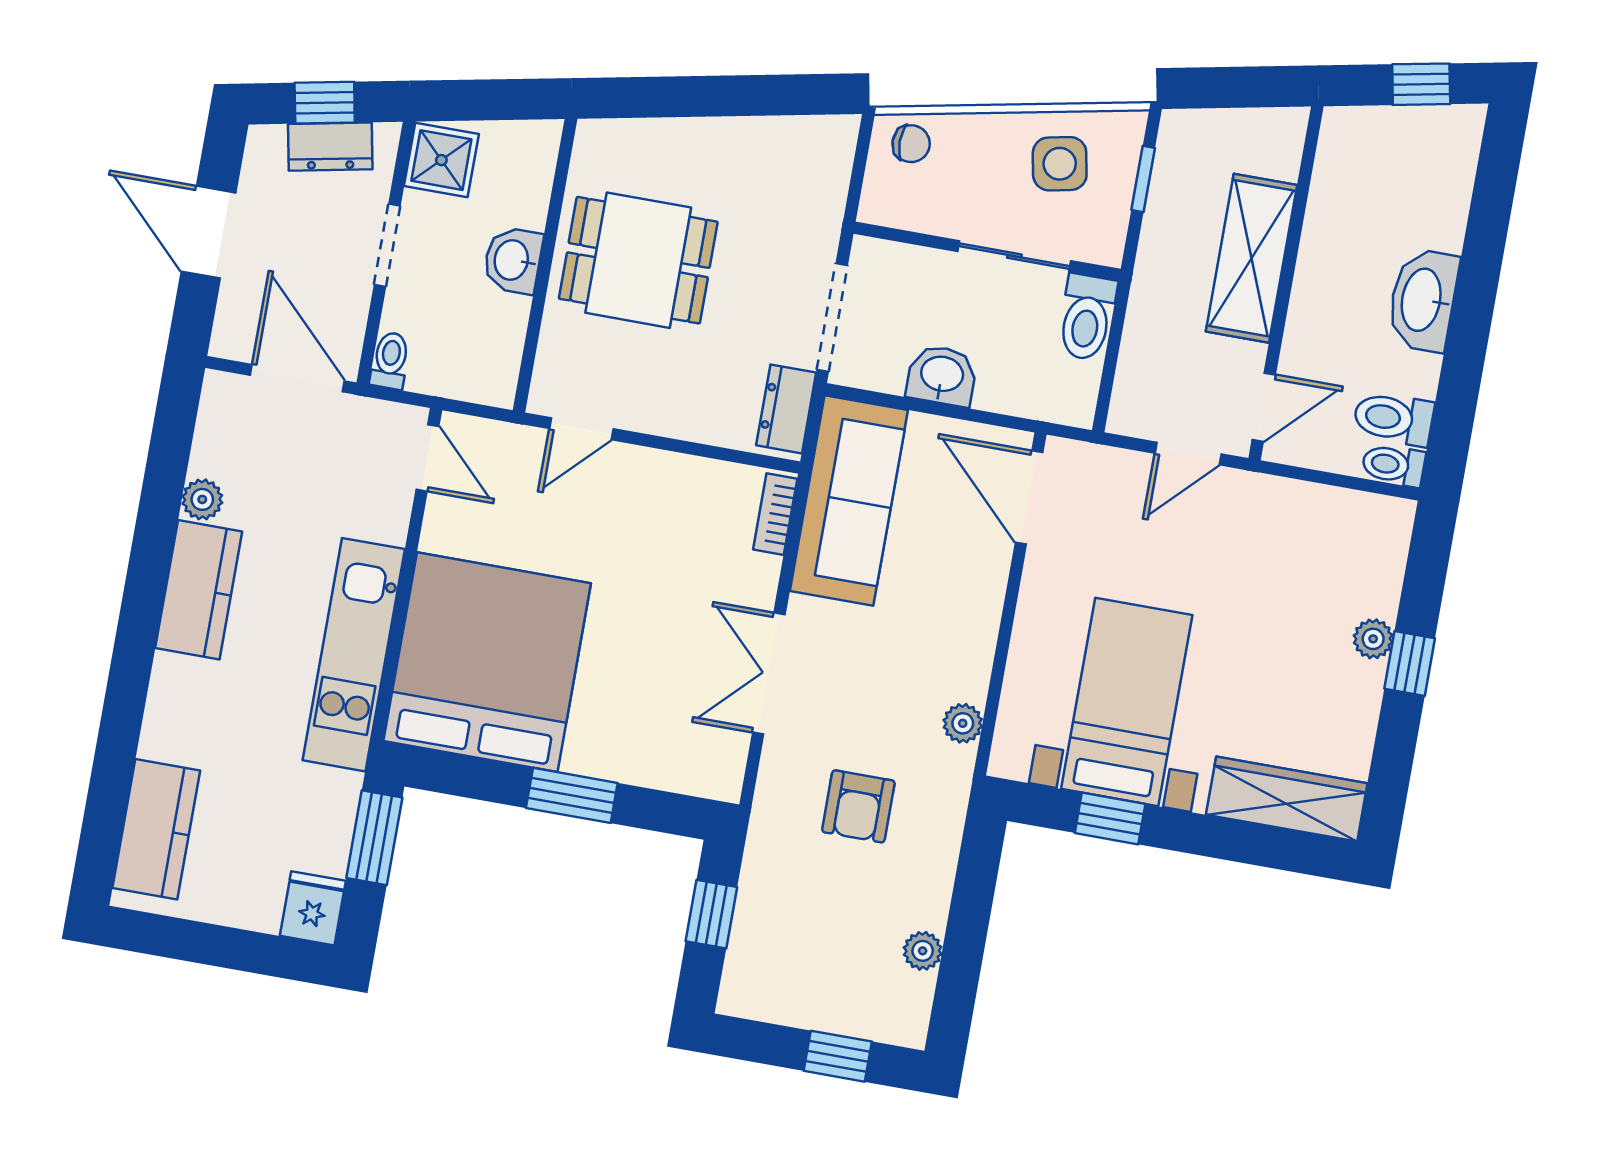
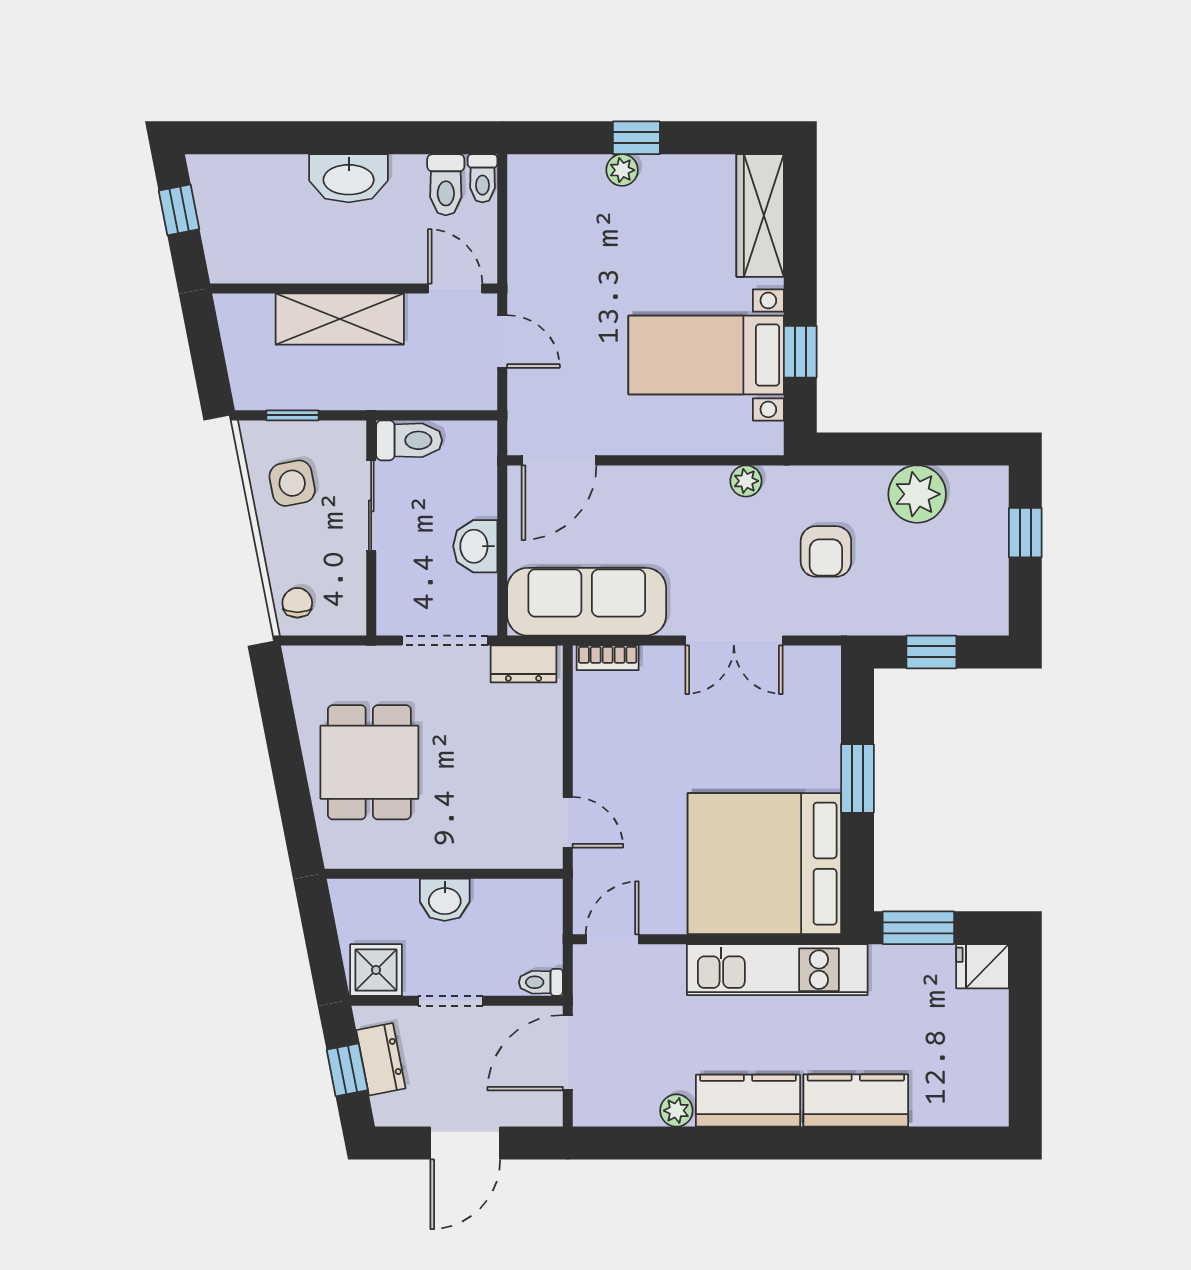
dining table: (638, 260) -> (369, 762), moved
armchair: (858, 806) -> (826, 551), turned 90
kitchen counter: (156, 829) -> (856, 1101), moved
plant: (923, 951) -> (917, 494), width x1.88, depth x1.88

